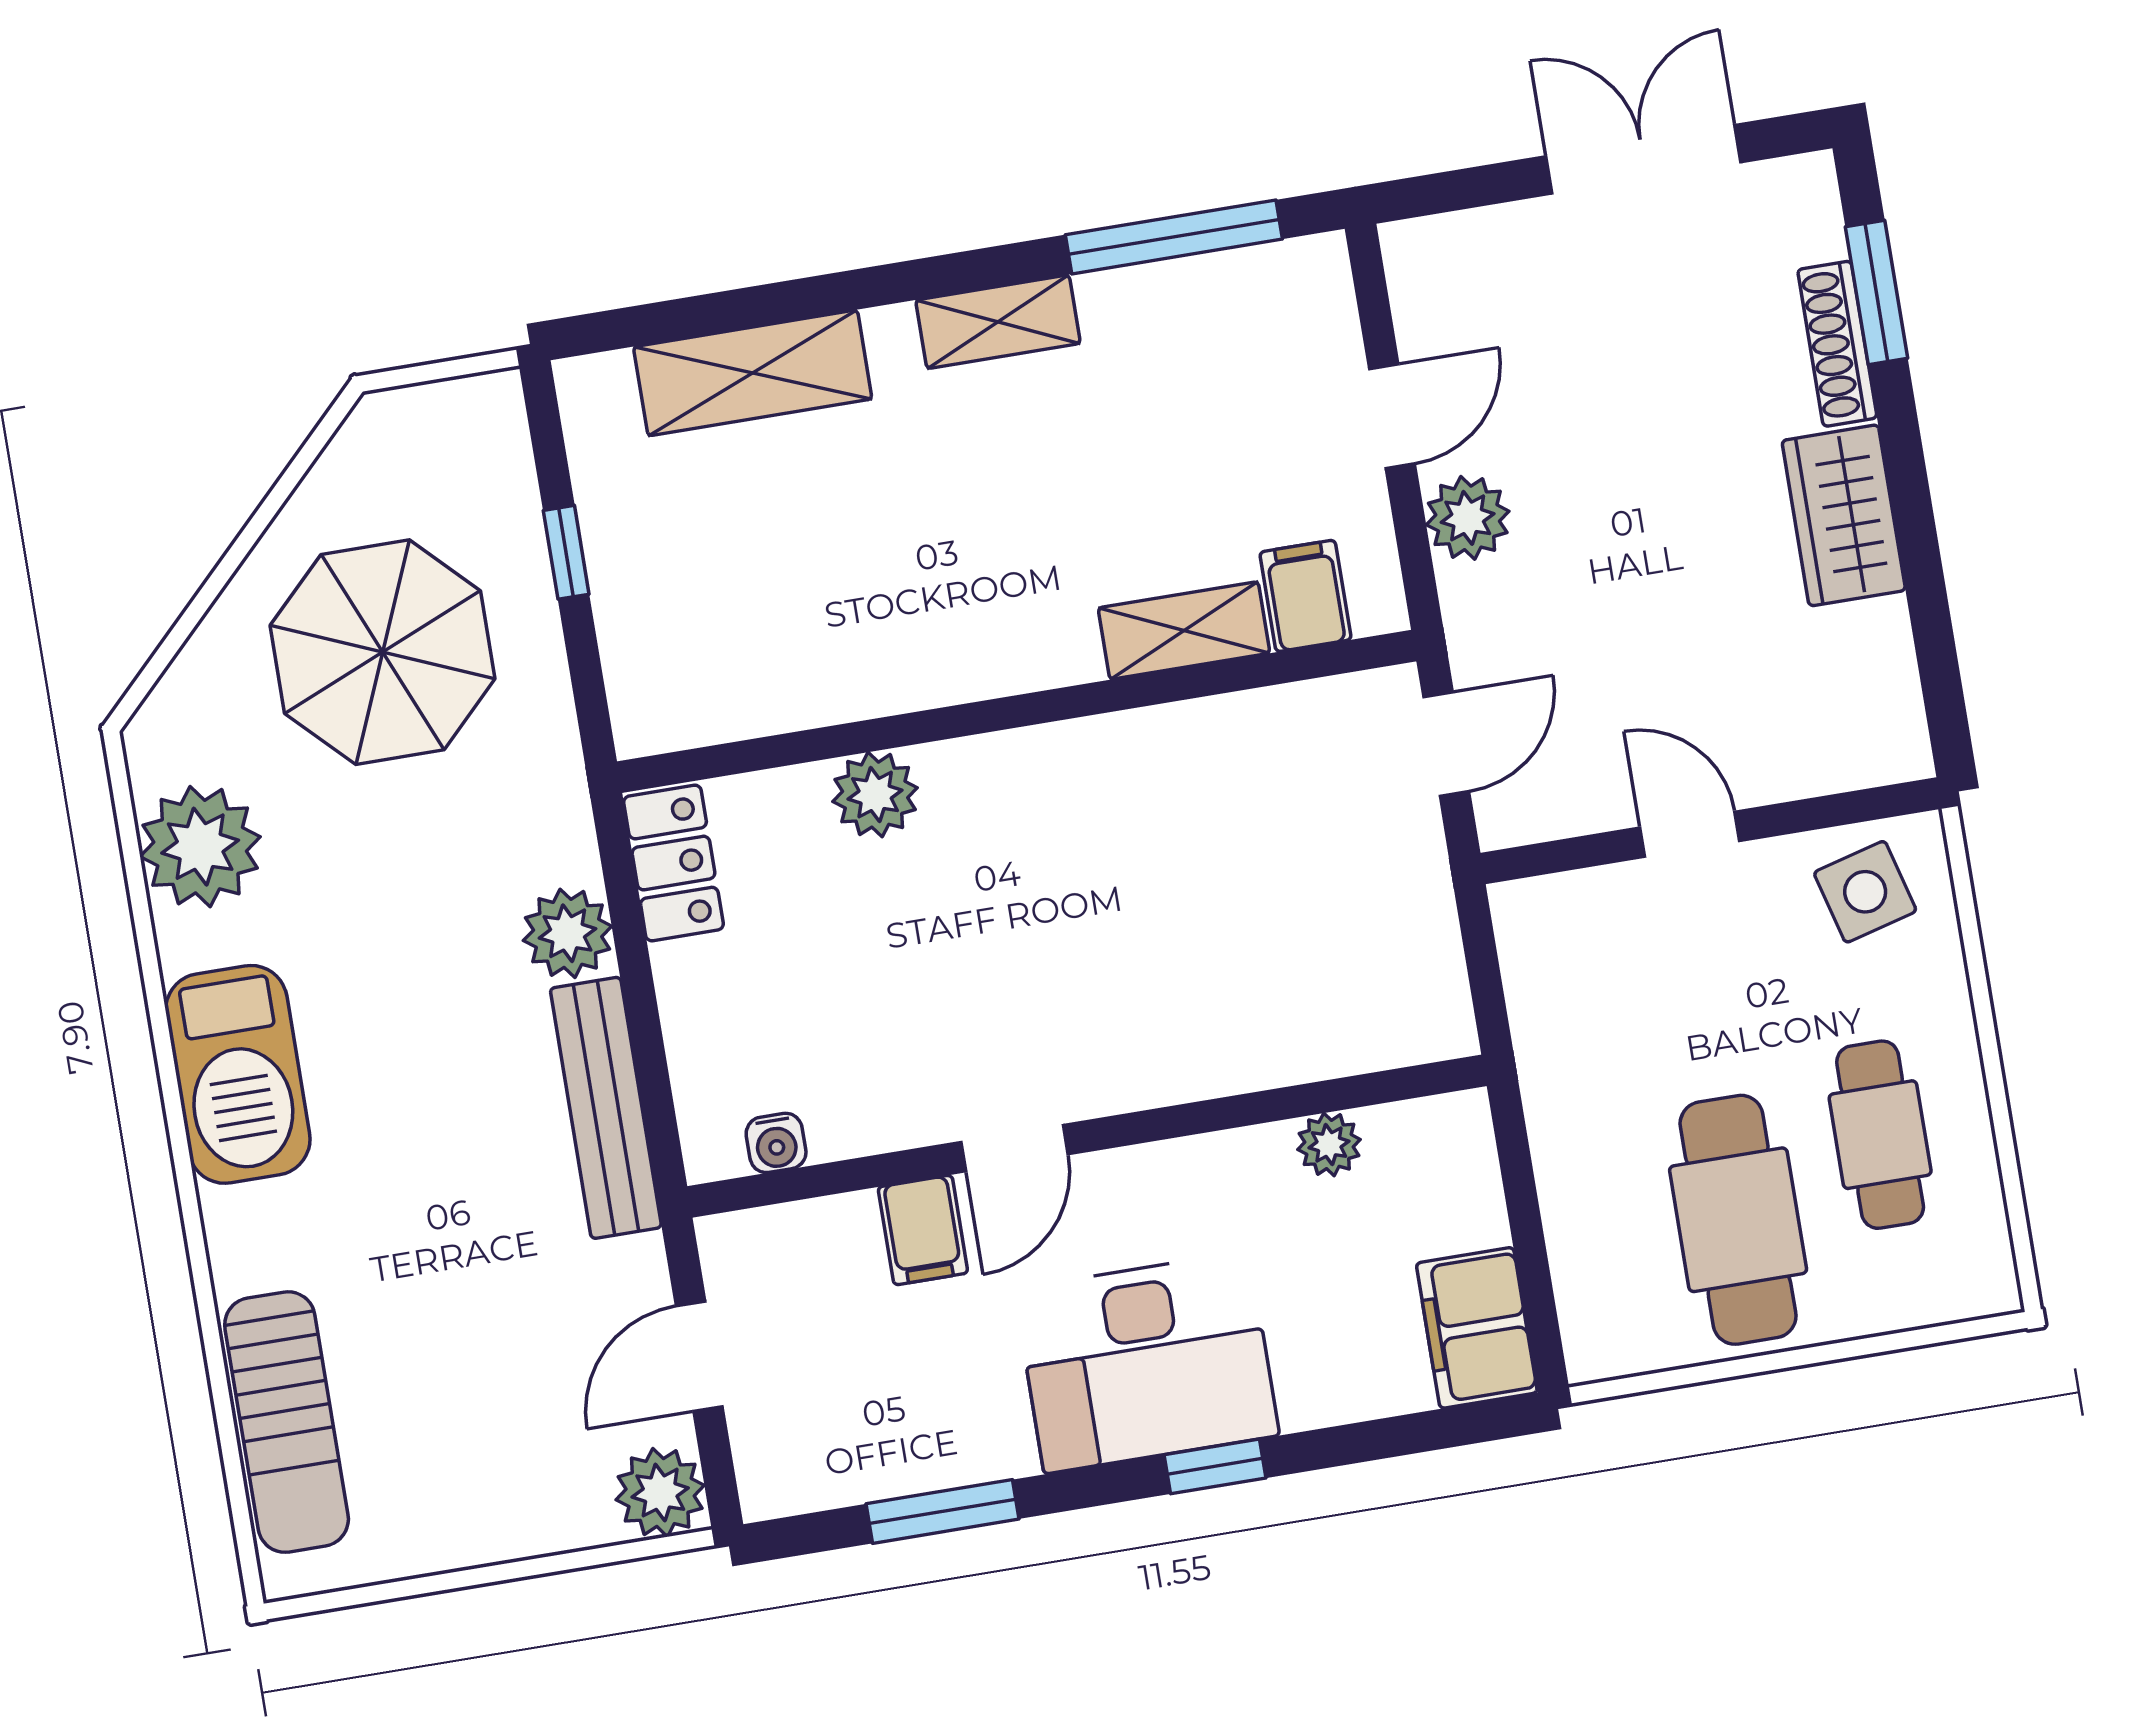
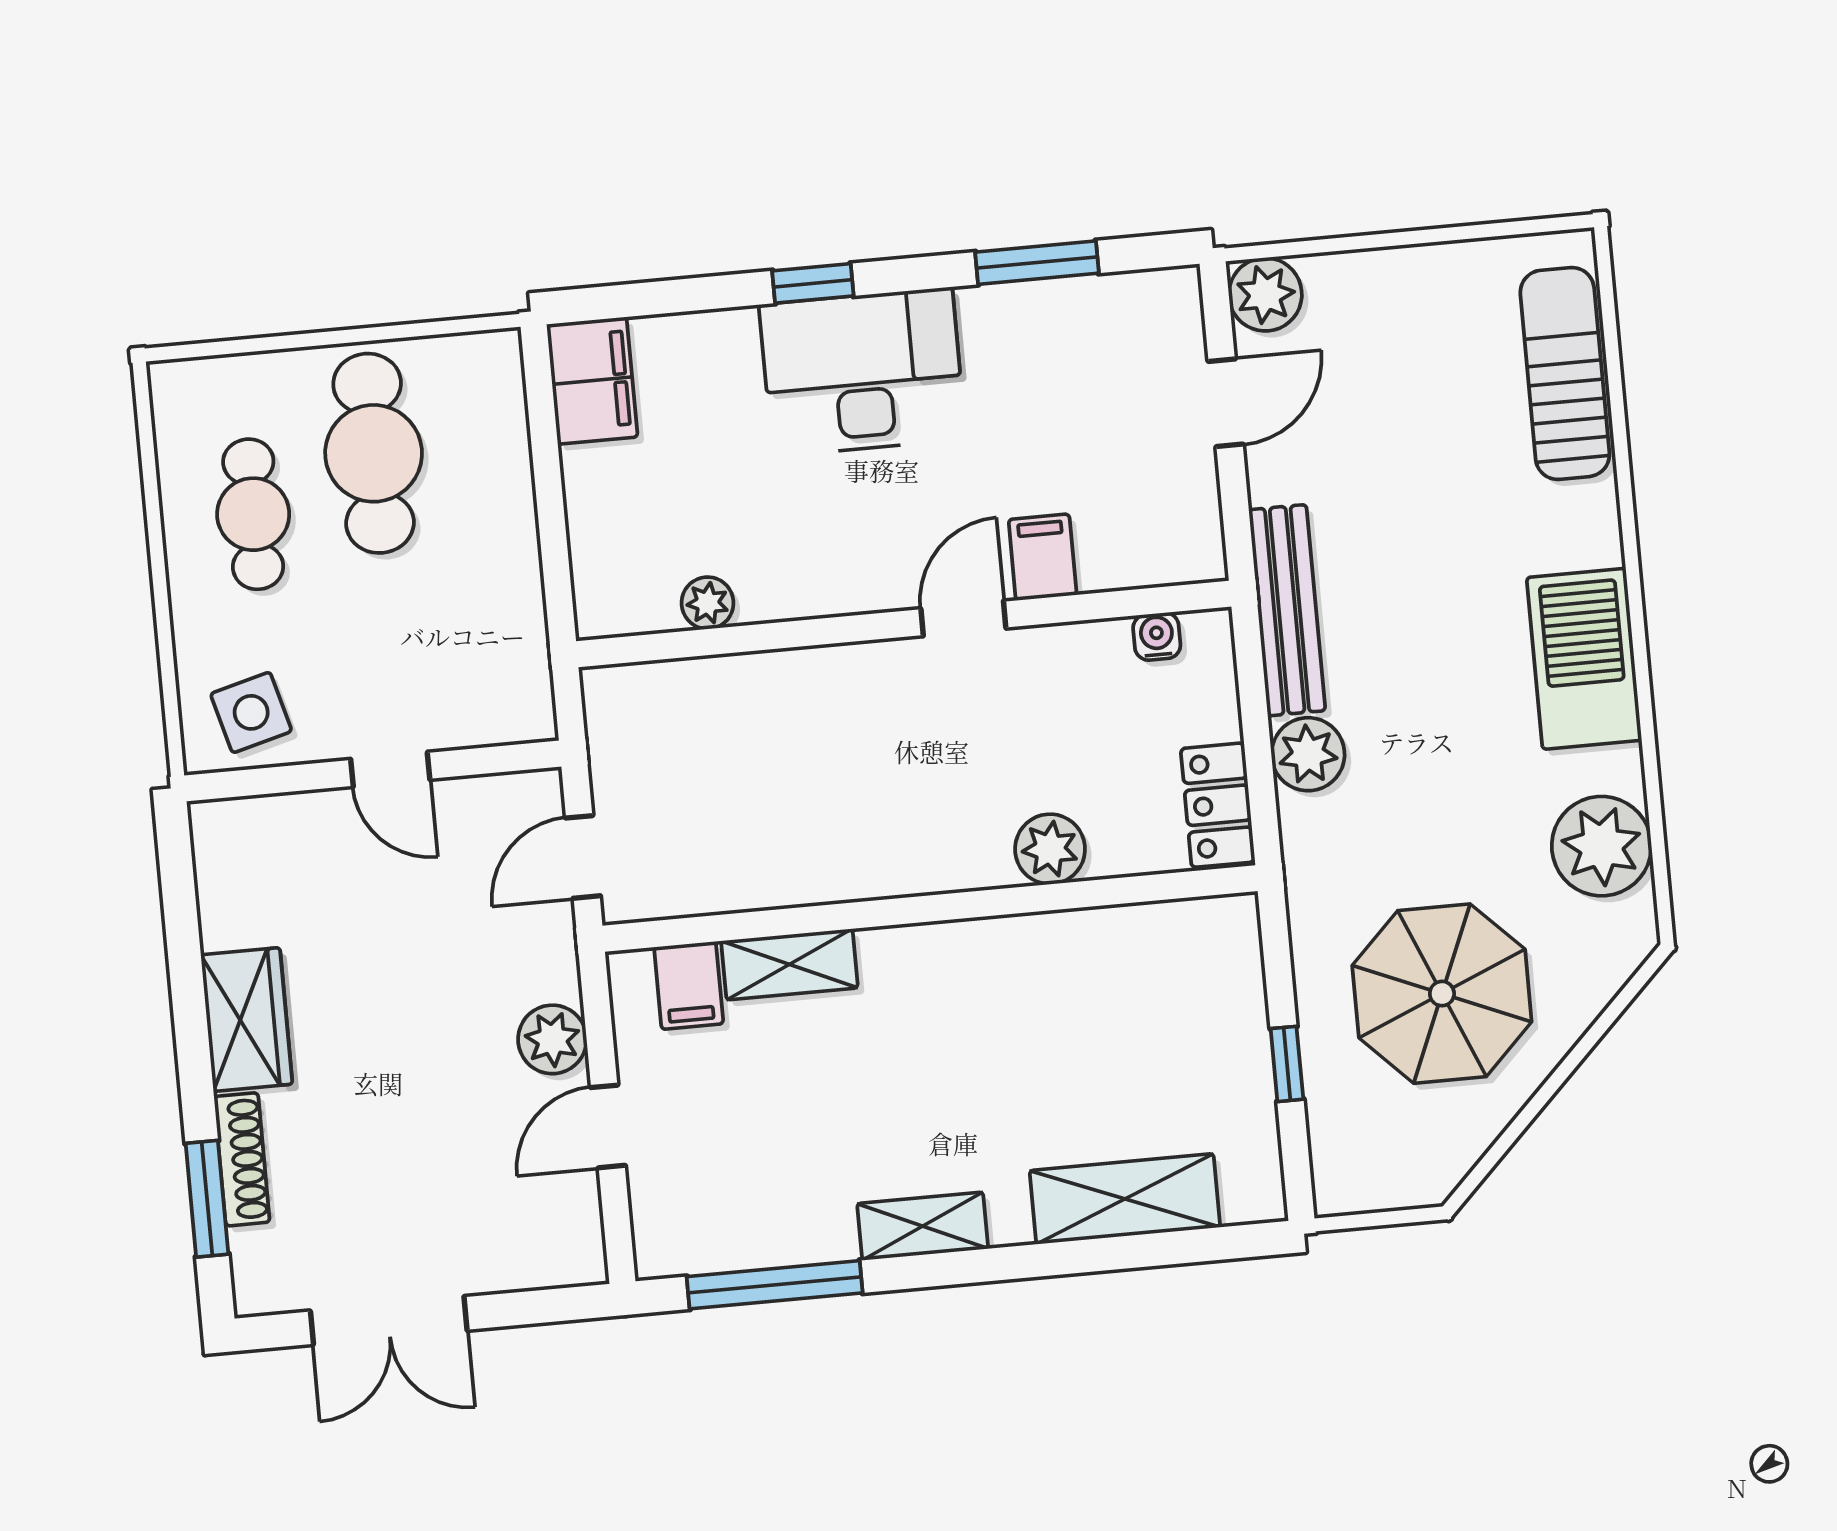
wall: (1087, 1136) -> (904, 624), moved
water cooler: (776, 1143) -> (1157, 636), moved
plant: (1329, 1144) -> (708, 603), moved
door: (1014, 1148) -> (963, 618), moved
filing cabinet: (923, 1230) -> (1043, 557), moved

